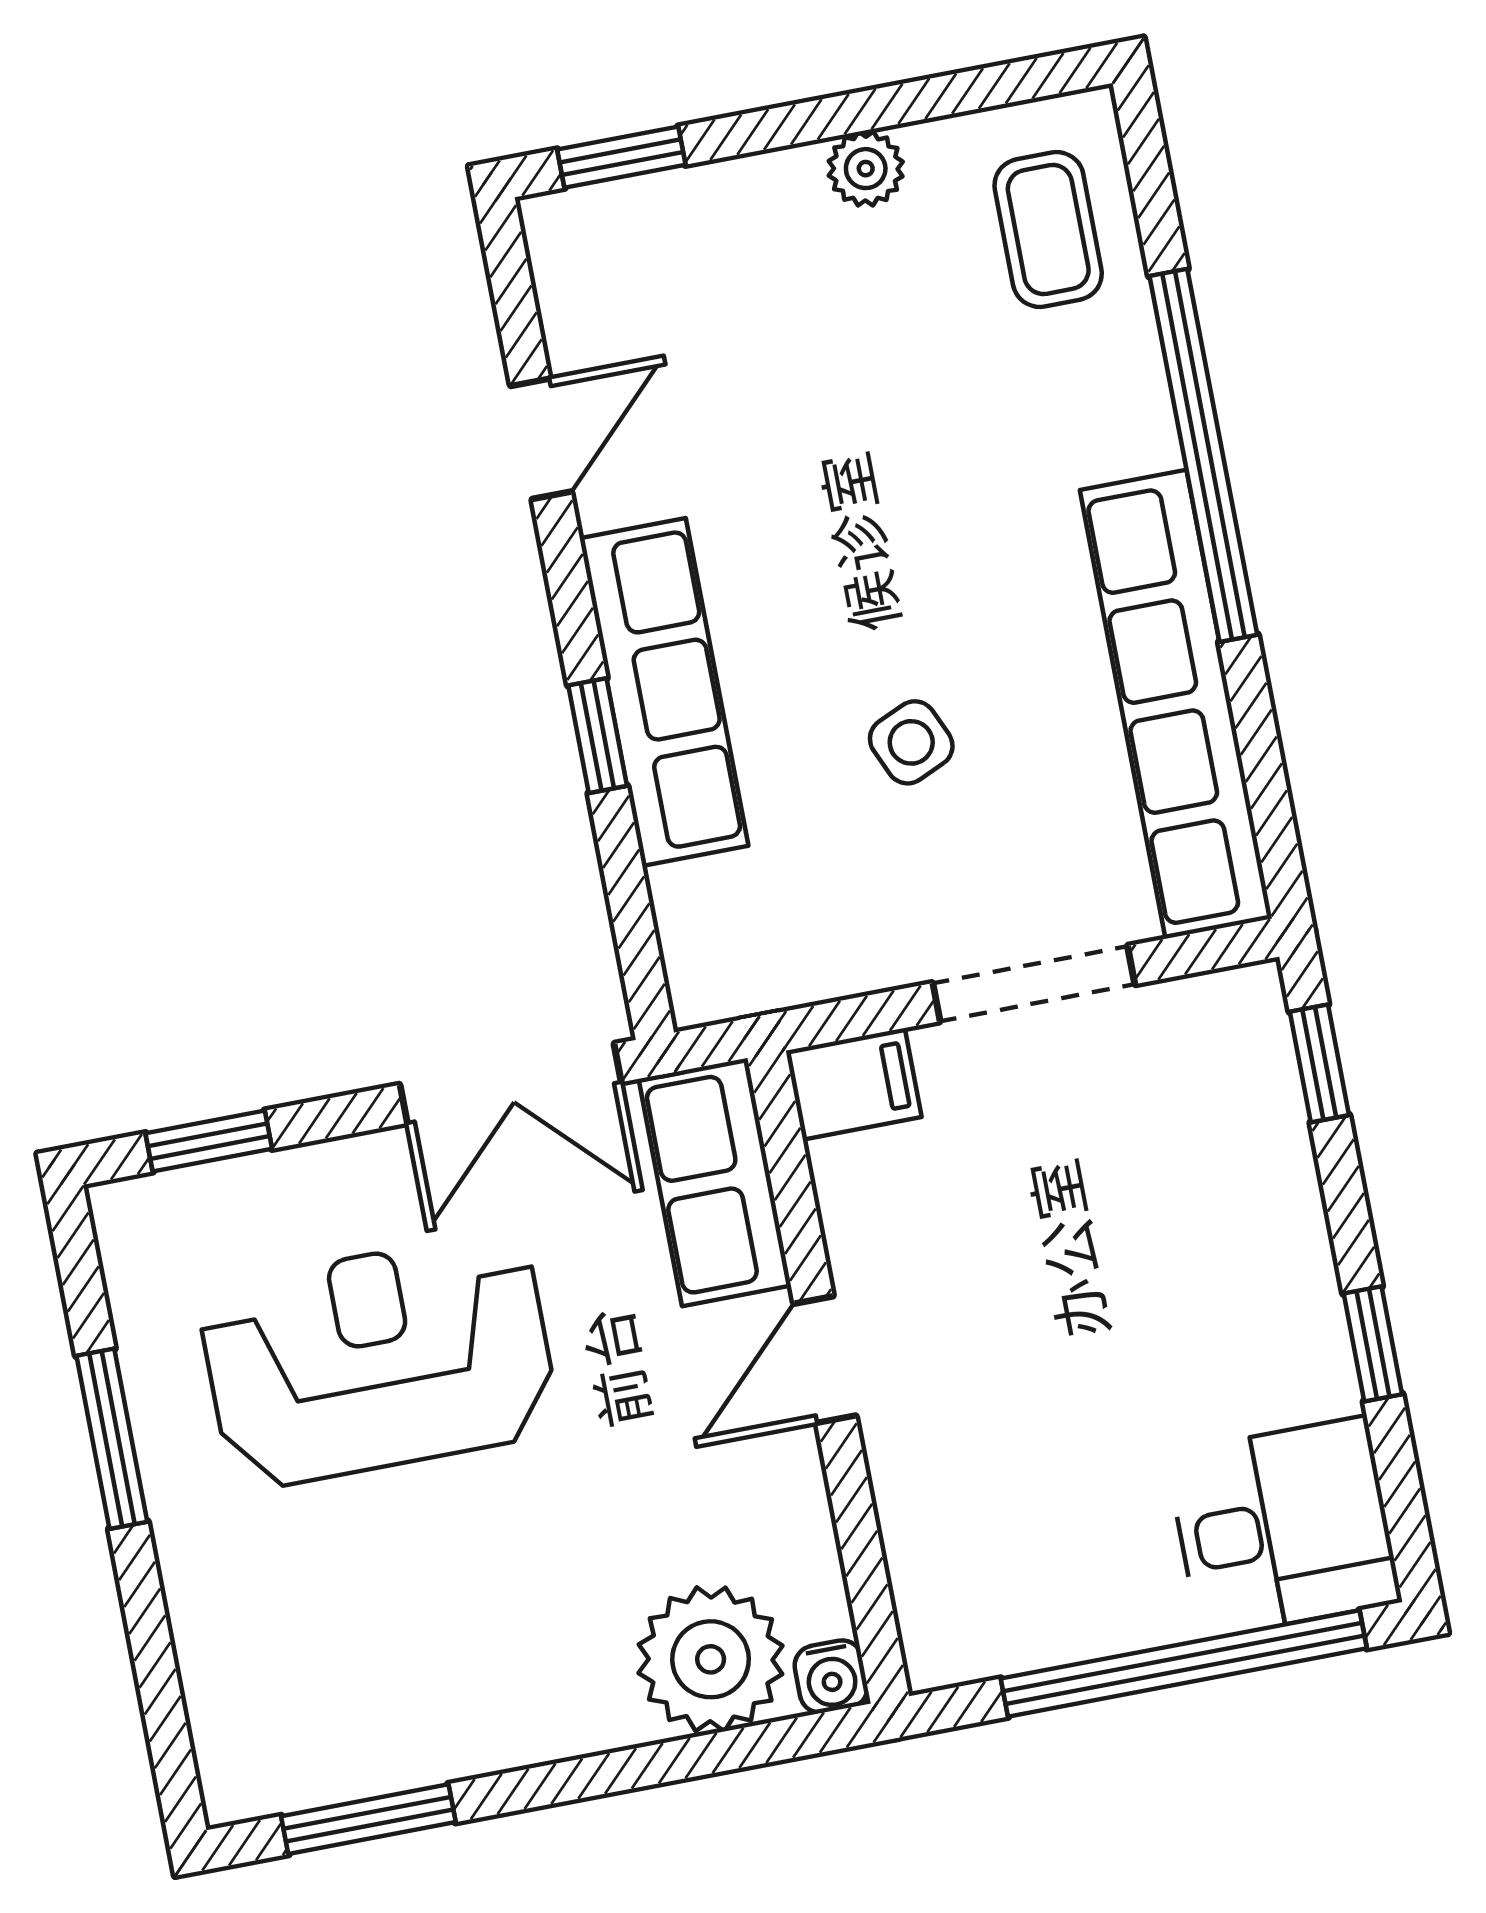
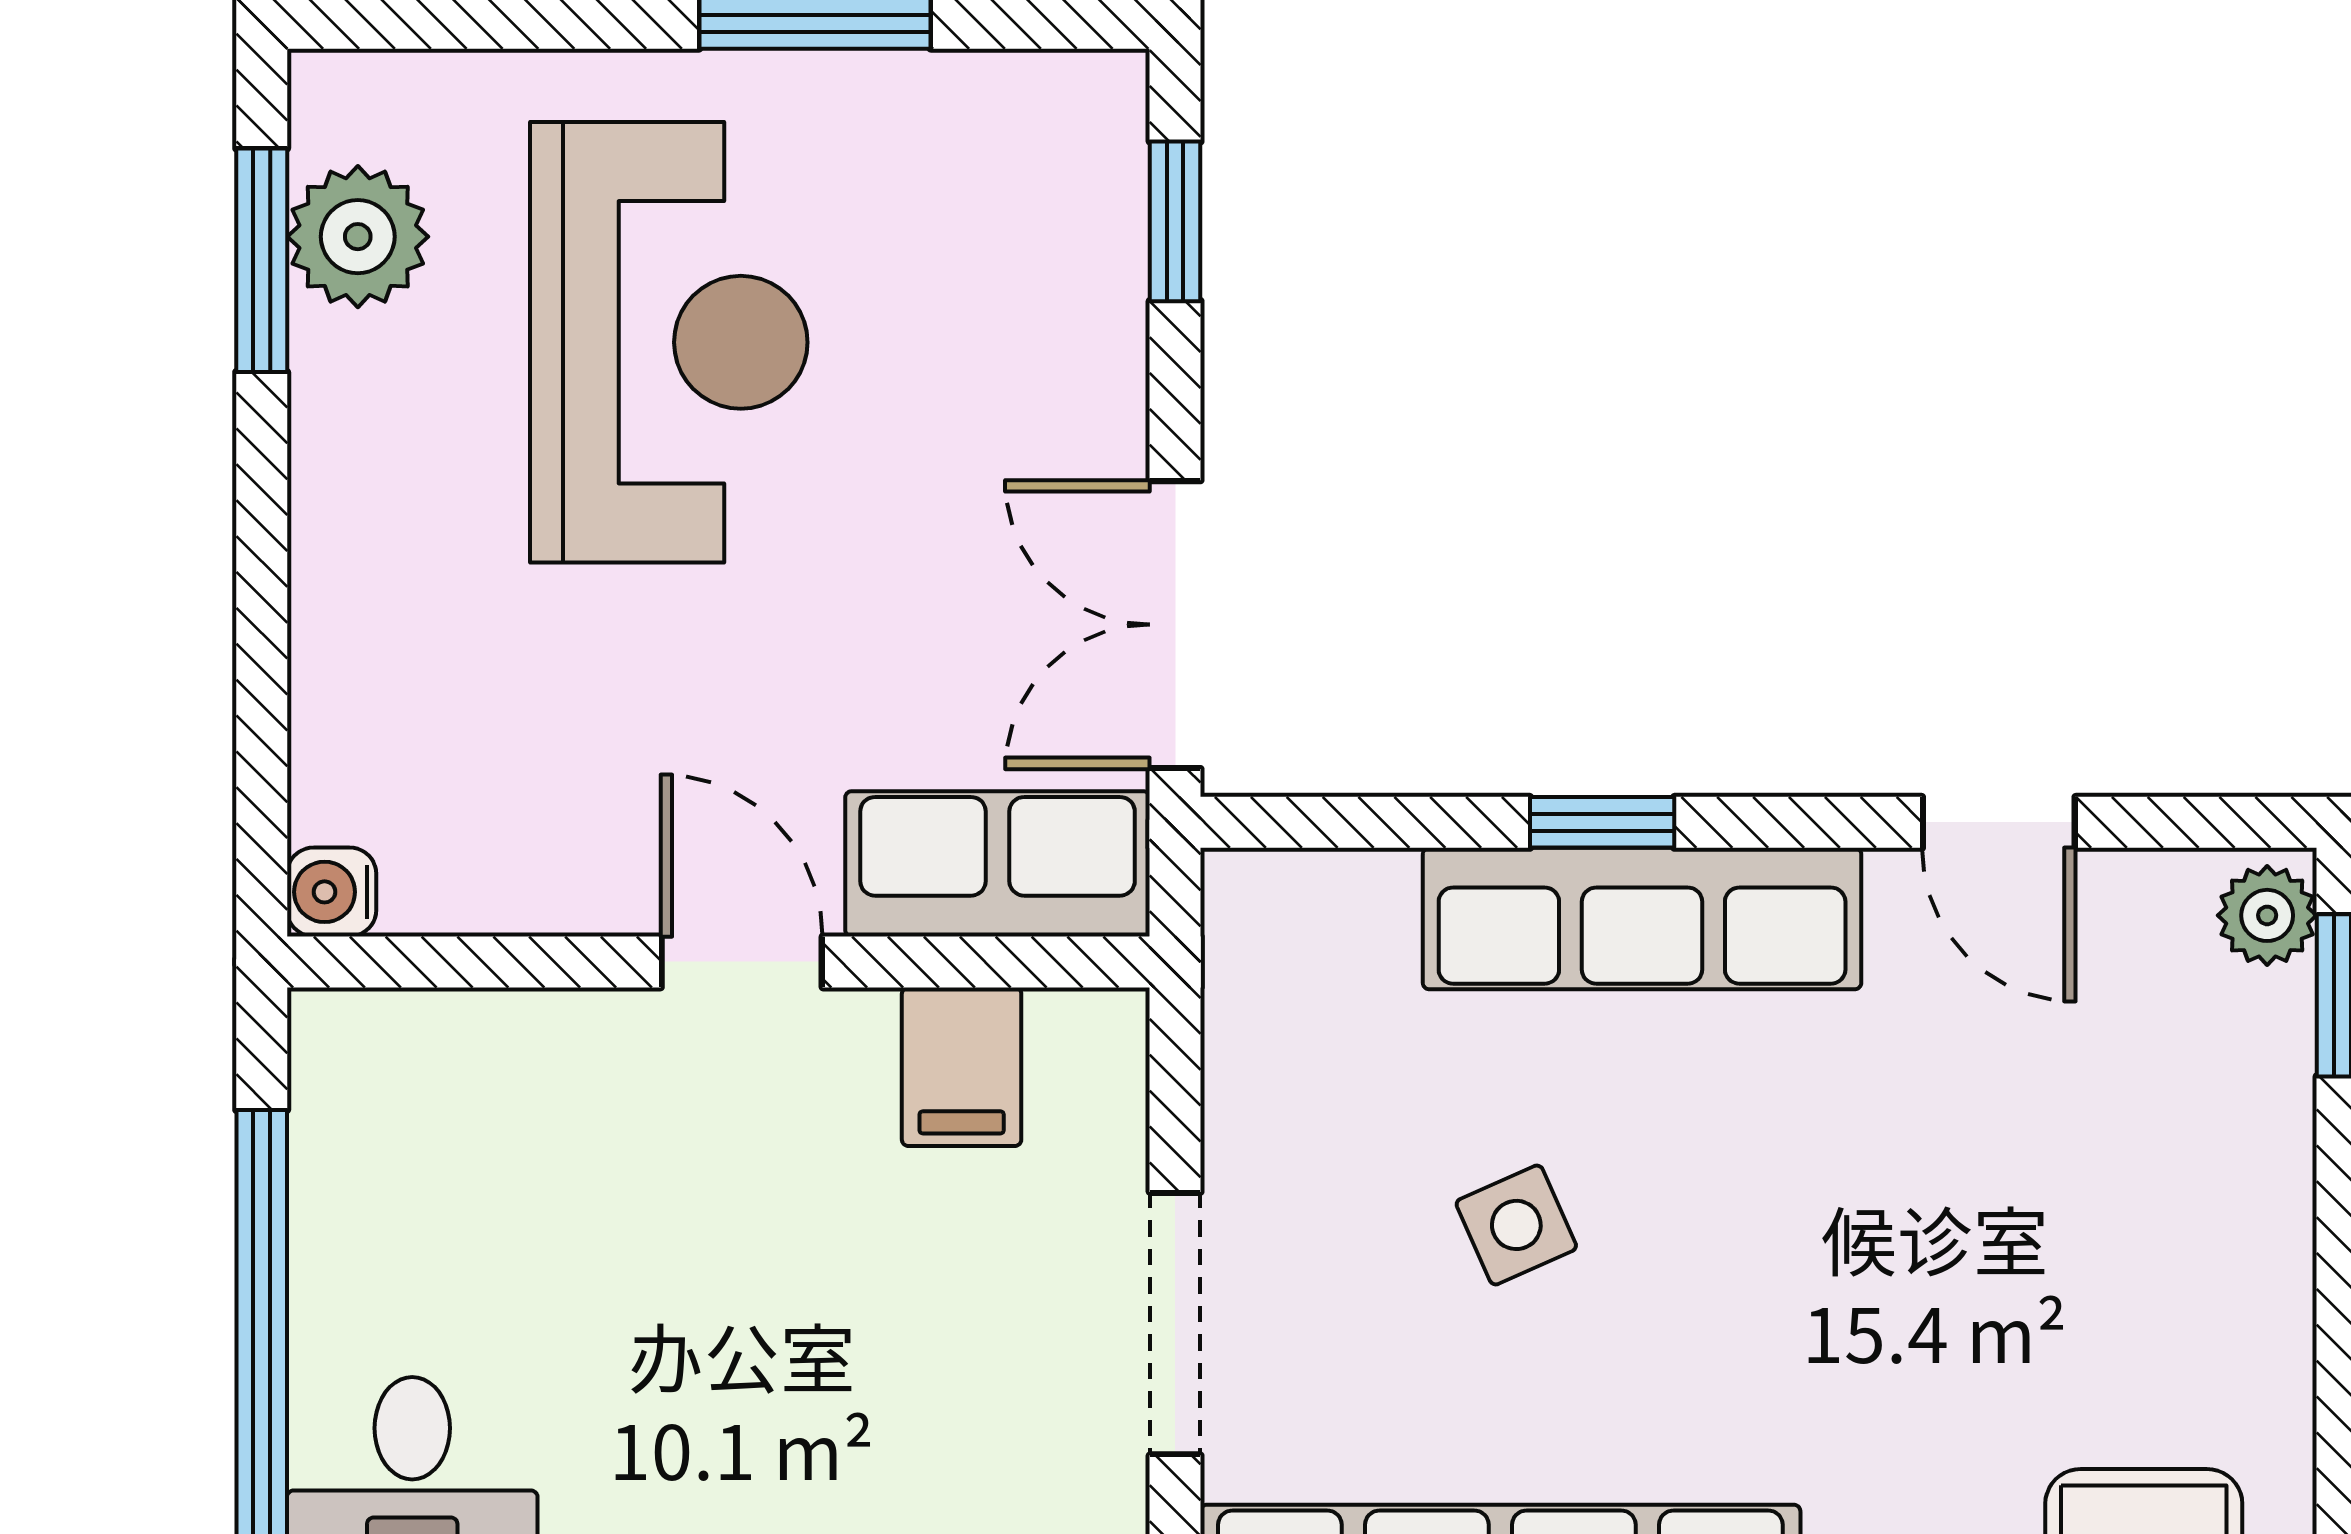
plant: (866, 169) -> (2267, 915), moved
filing cabinet: (854, 1084) -> (962, 1067), moved
reception desk: (379, 1360) -> (669, 342), moved
plant: (711, 1659) -> (358, 237), moved, width x0.73, depth x0.73

